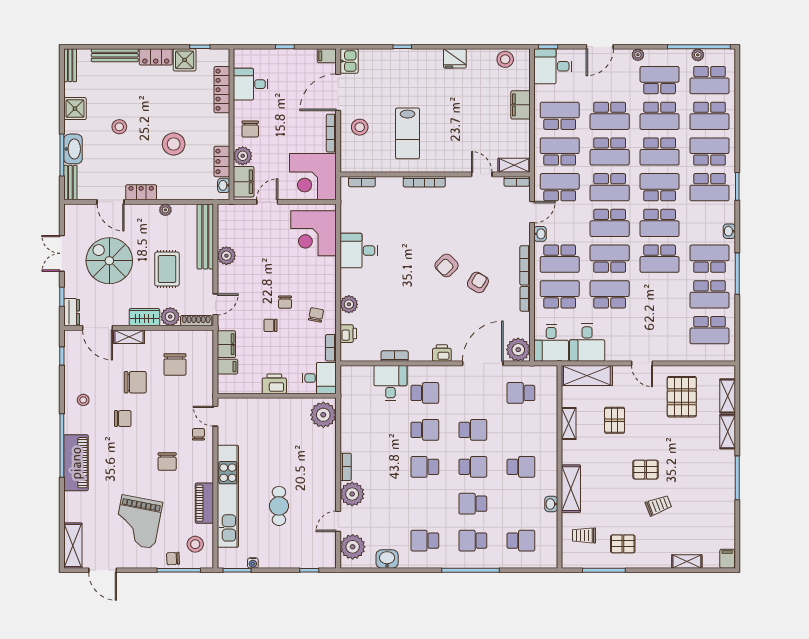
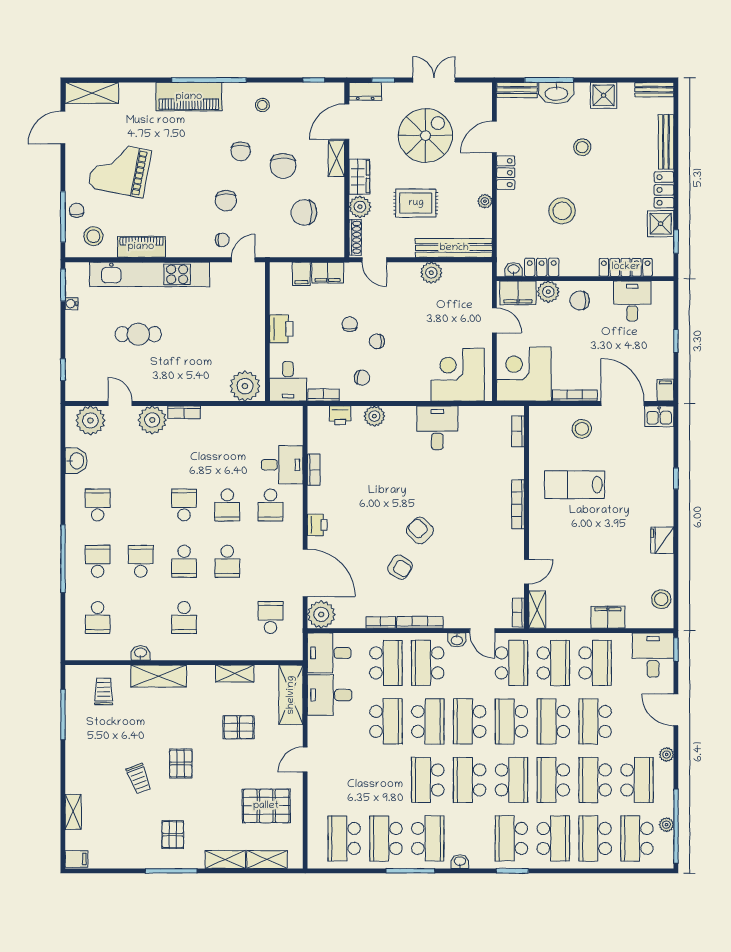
chair: (167, 462) -> (226, 201), moved, turned -91
pallet: (623, 544) -> (173, 835), moved

